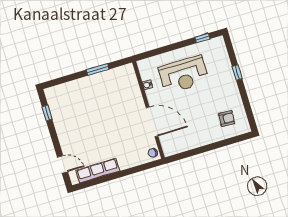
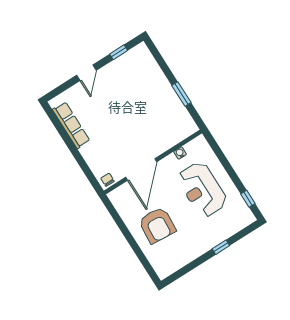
armchair: (227, 118) -> (157, 225), moved, width x1.88, depth x1.88
door: (62, 164) -> (86, 73), moved

